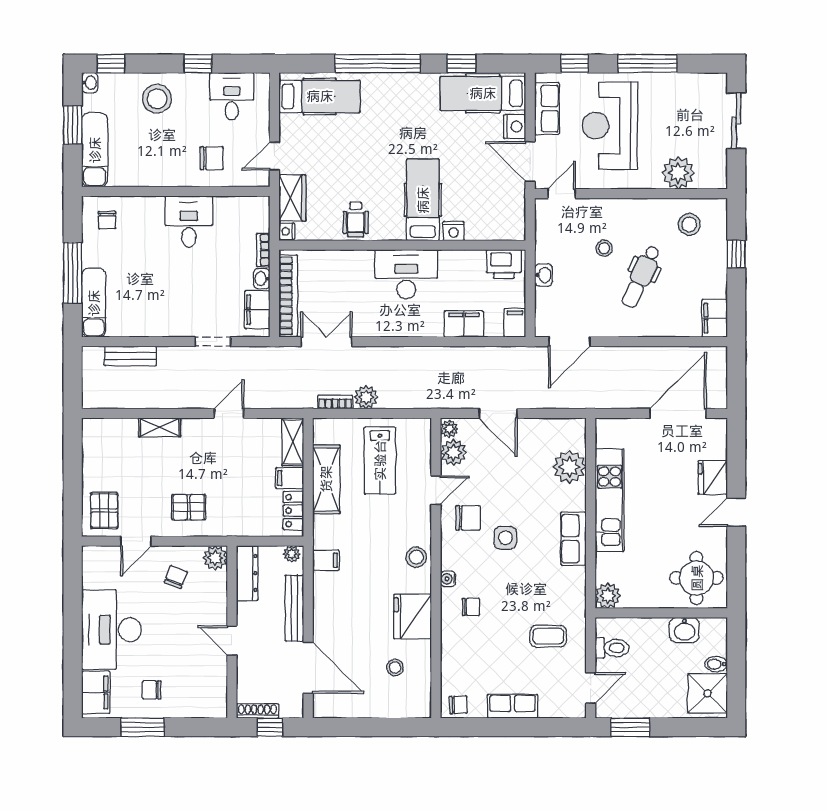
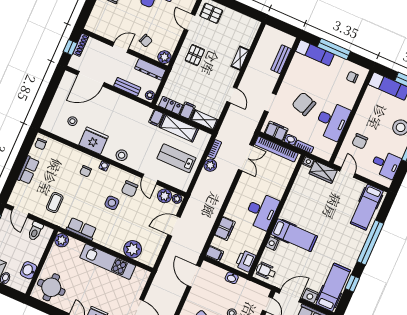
wheelchair: (356, 220) -> (266, 271), moved
desk: (189, 221) -> (332, 121), width x1.37
chair: (190, 283) -> (304, 104), added
row of seats: (573, 539) -> (81, 229), moved
filing cabinet: (326, 560) -> (156, 118), moved
chair: (176, 577) -> (146, 41), moved
bench: (294, 608) -> (127, 87), width x0.73

